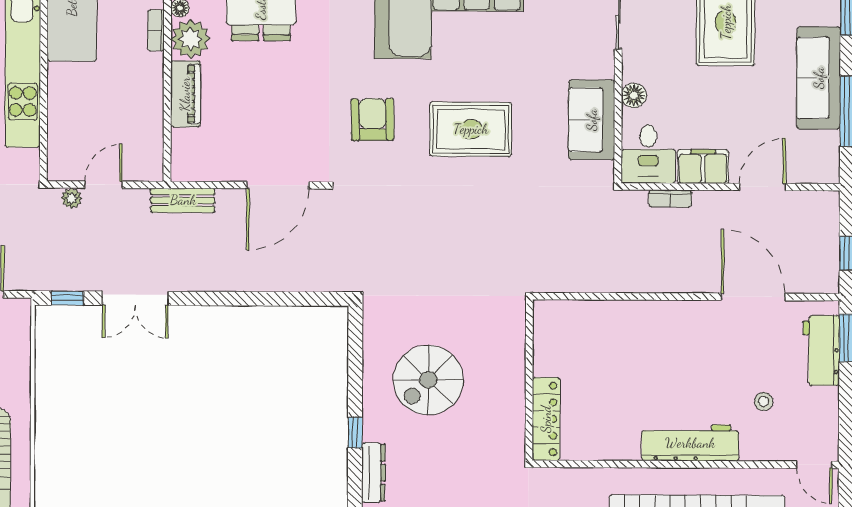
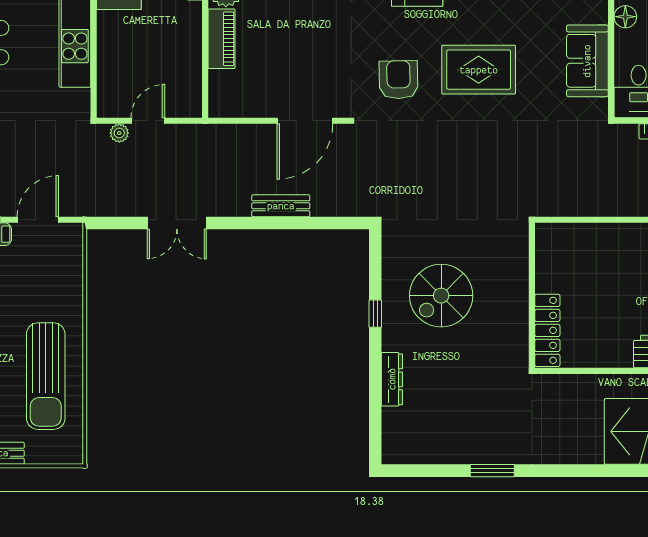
floor lamp: (634, 95) -> (625, 17), moved
armchair: (372, 120) -> (399, 80), moved
bench: (183, 200) -> (281, 206), moved
window: (67, 298) -> (116, 223), removed
window: (355, 433) -> (375, 314), moved

